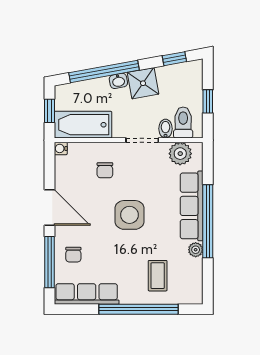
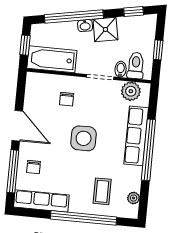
water cooler: (61, 148) -> (31, 77), removed
plant: (196, 250) -> (134, 198), moved

